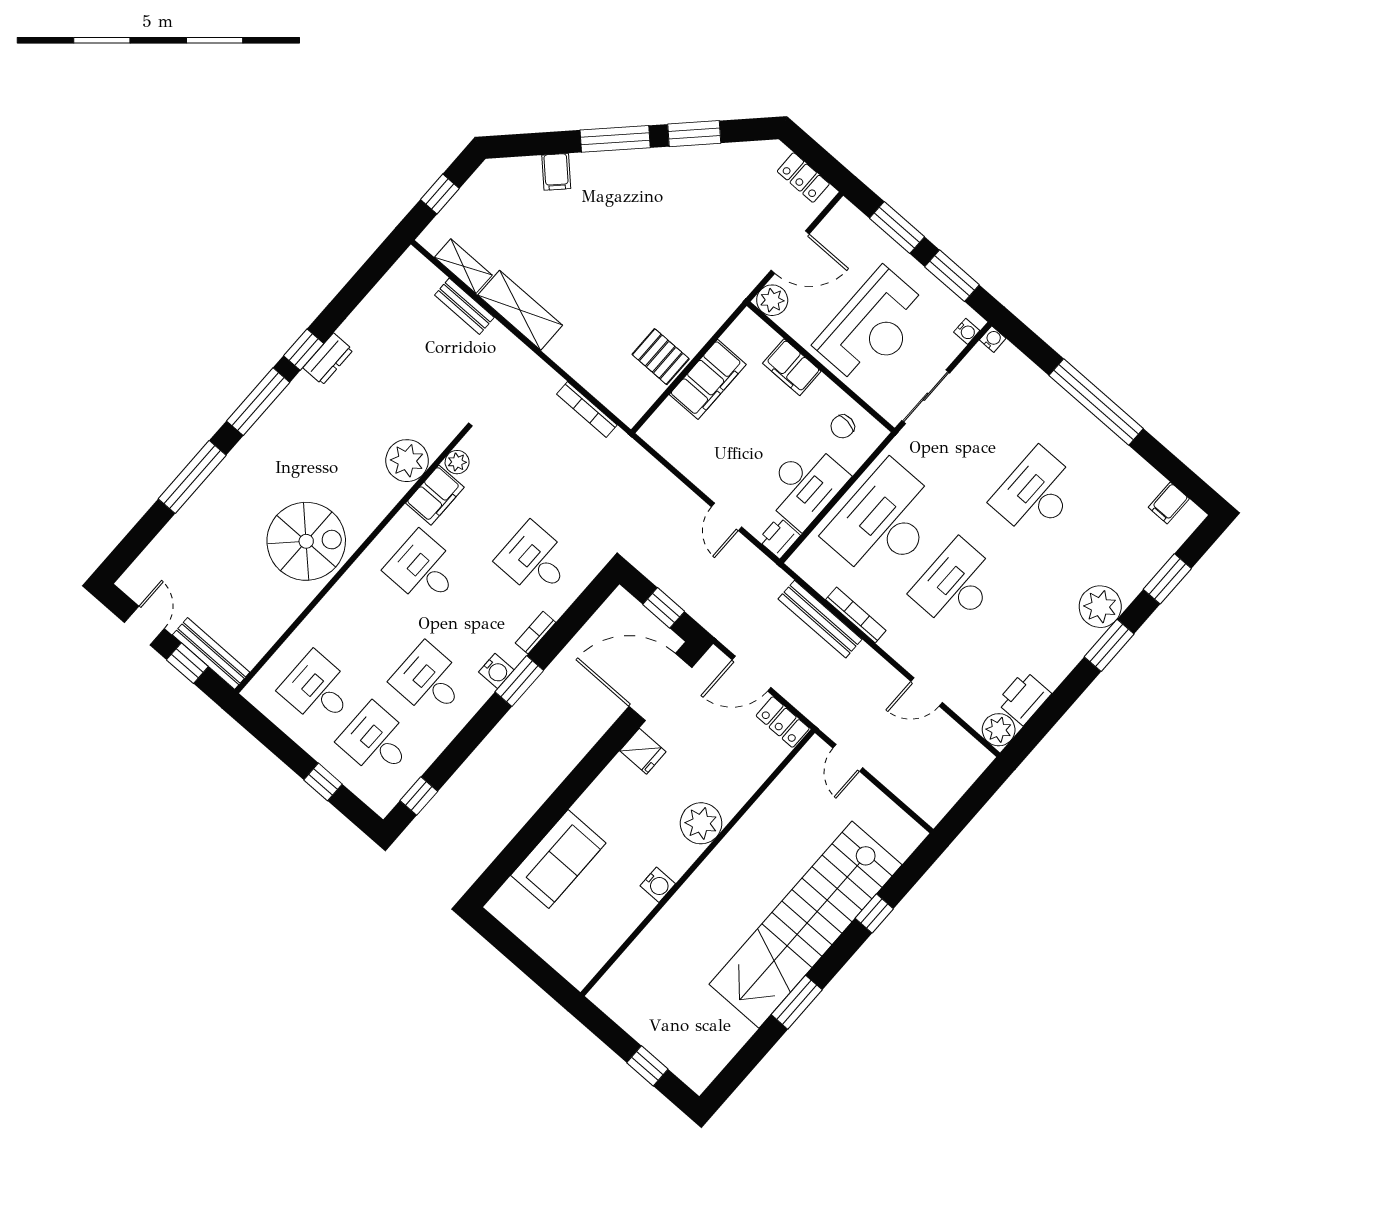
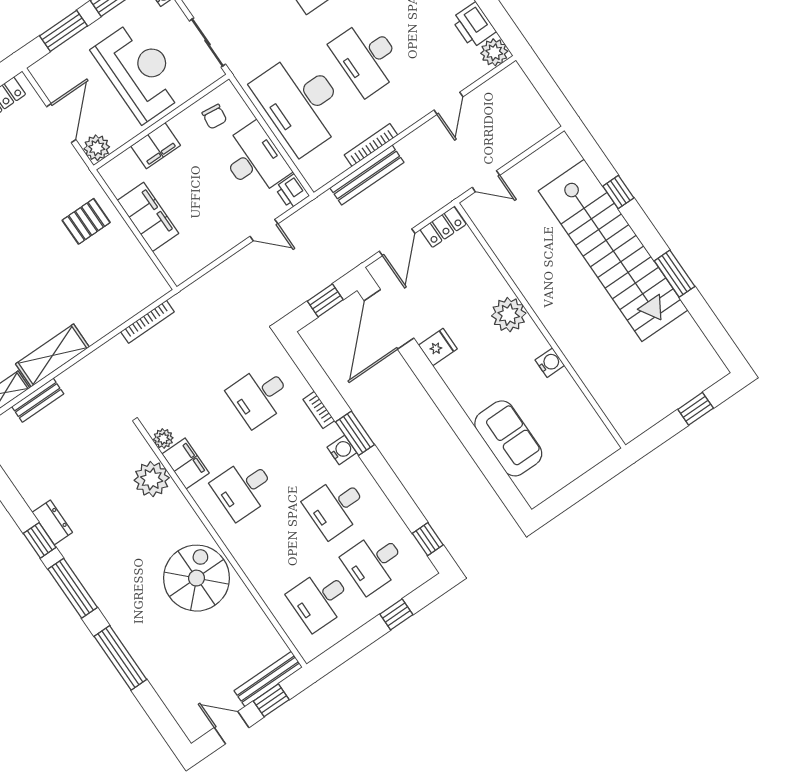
pallet: (661, 357) -> (86, 221), moved

